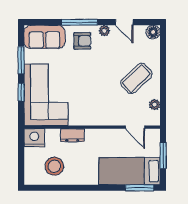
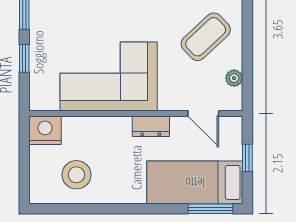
corner sofa: (46, 95) -> (109, 77), moved, turned -90
dresser: (72, 135) -> (151, 126), moved
window: (163, 155) -> (247, 158), width x0.67

